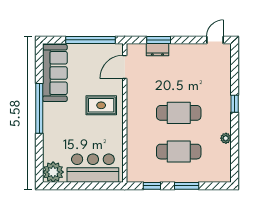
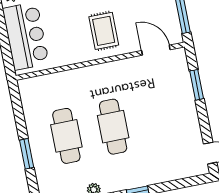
dresser: (157, 50) -> (185, 86), removed
window: (152, 186) -> (18, 112), removed

